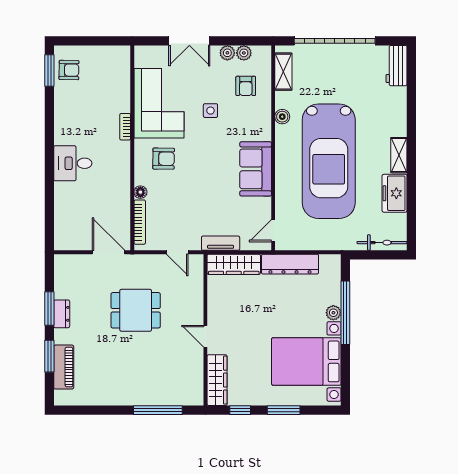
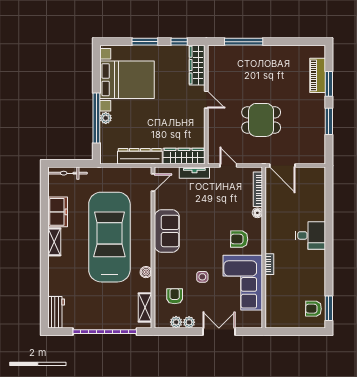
dresser: (62, 314) -> (319, 117), removed

